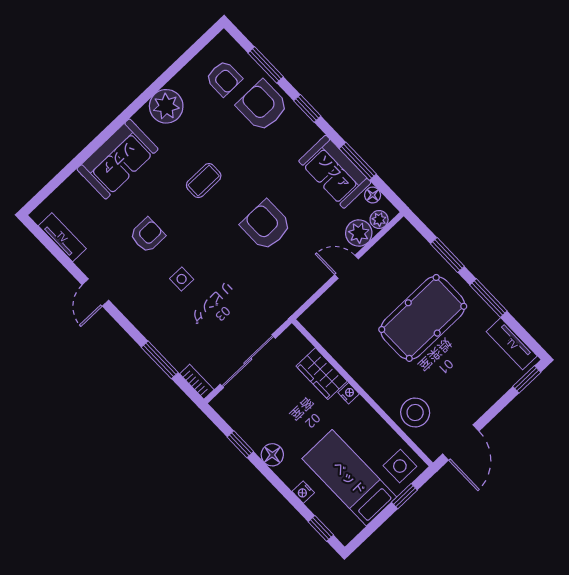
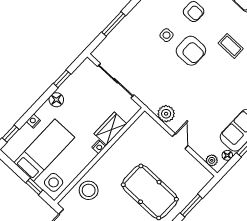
armchair: (266, 225) -> (191, 51), moved, turned 90
plant: (359, 233) -> (166, 114), moved
bookcase: (197, 382) -> (101, 49), removed

